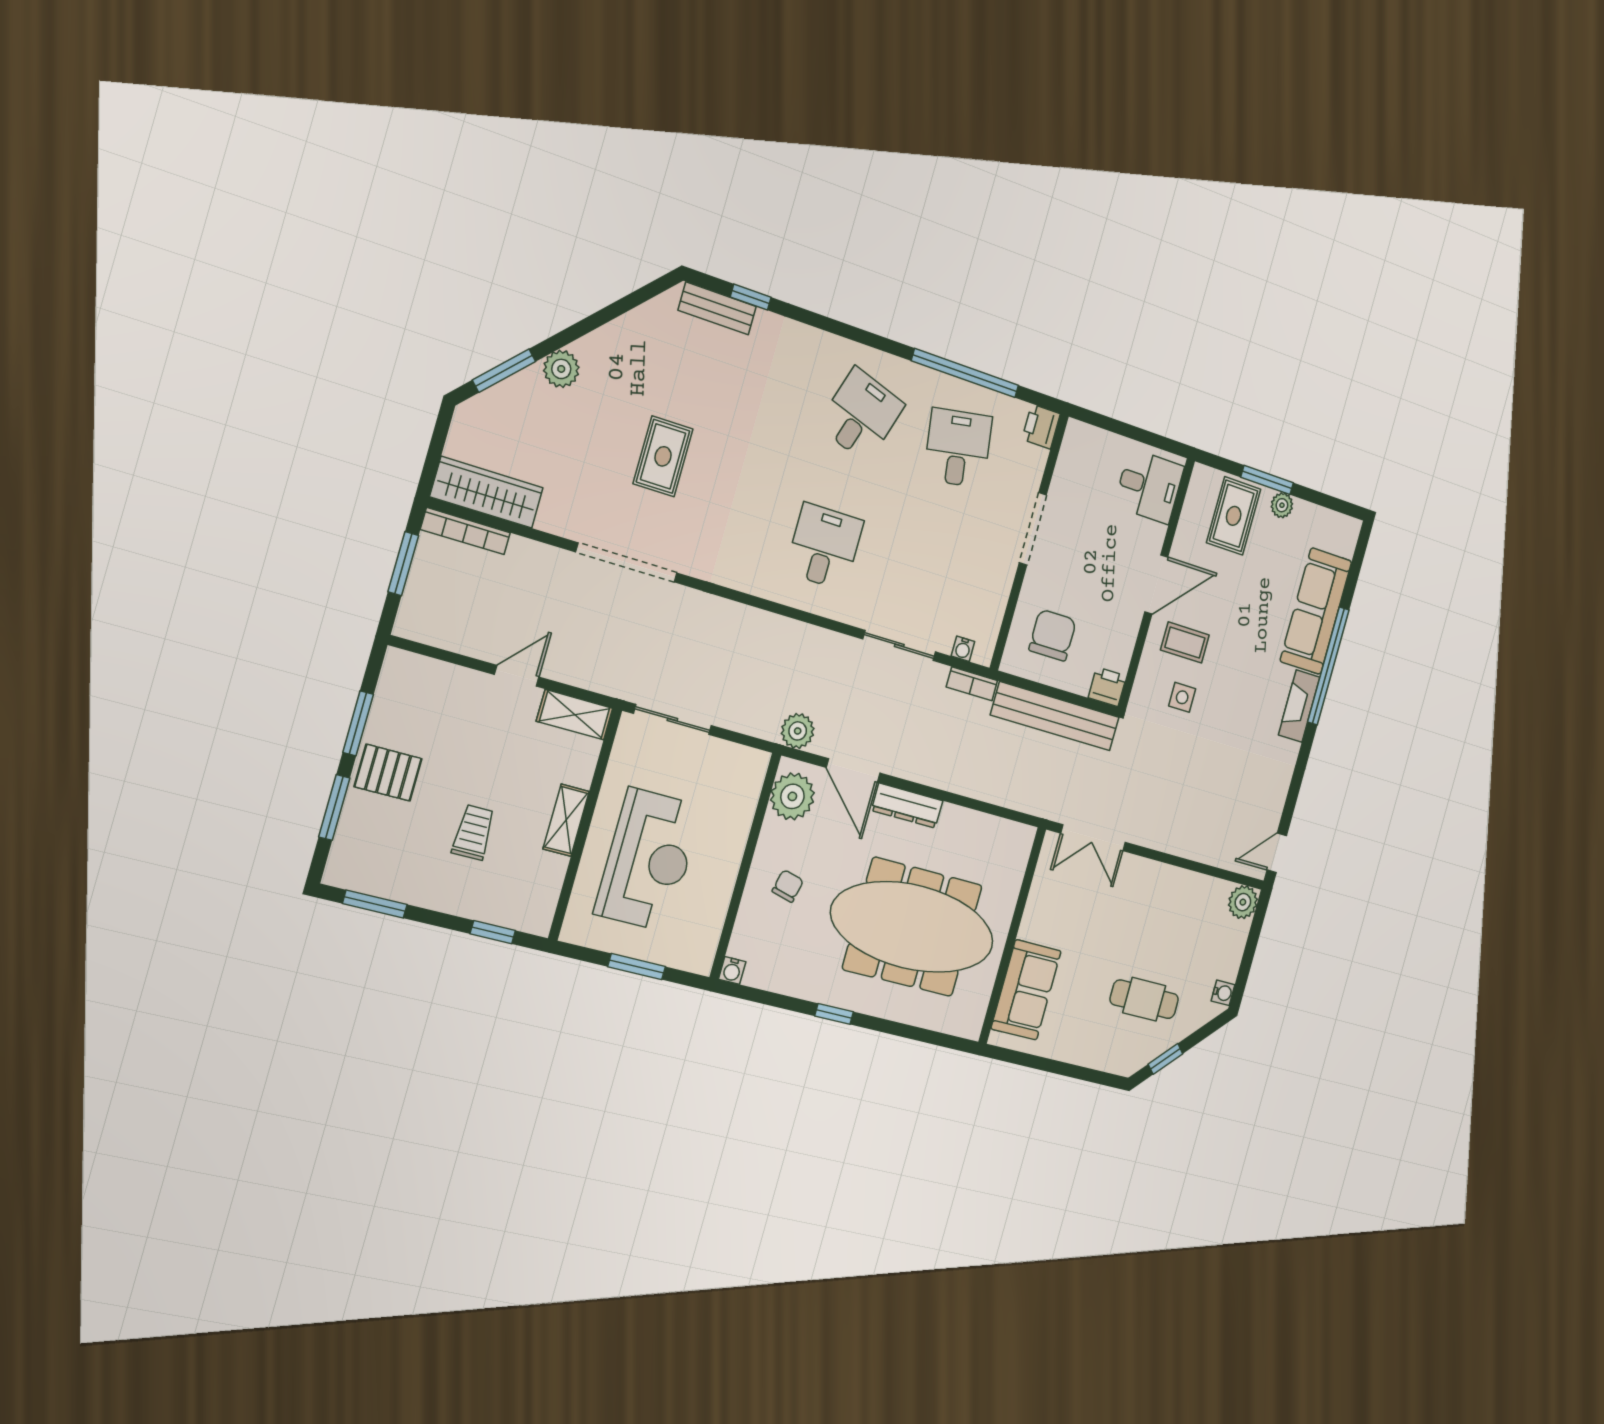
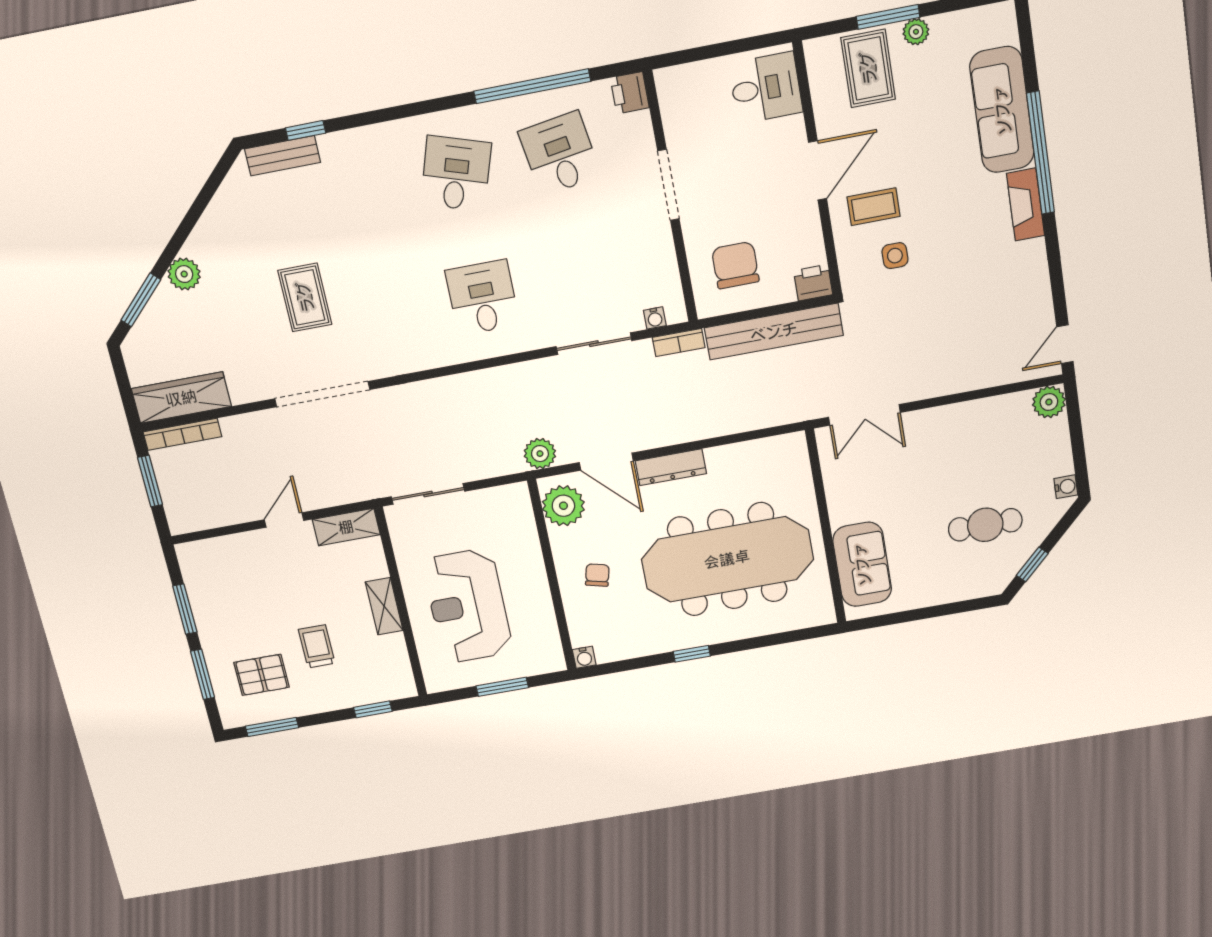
pallet: (388, 773) -> (262, 675), moved
reception desk: (648, 860) -> (467, 606), turned 180

